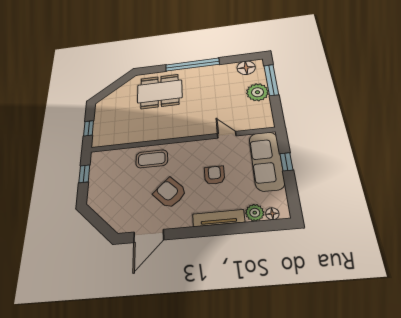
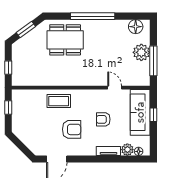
window: (271, 80) -> (153, 61), moved
window: (113, 87) -> (26, 30), added
armchair: (215, 175) -> (103, 119), turned -90
armchair: (170, 193) -> (72, 129), turned 134
tv unit: (219, 218) -> (108, 151), width x0.71

